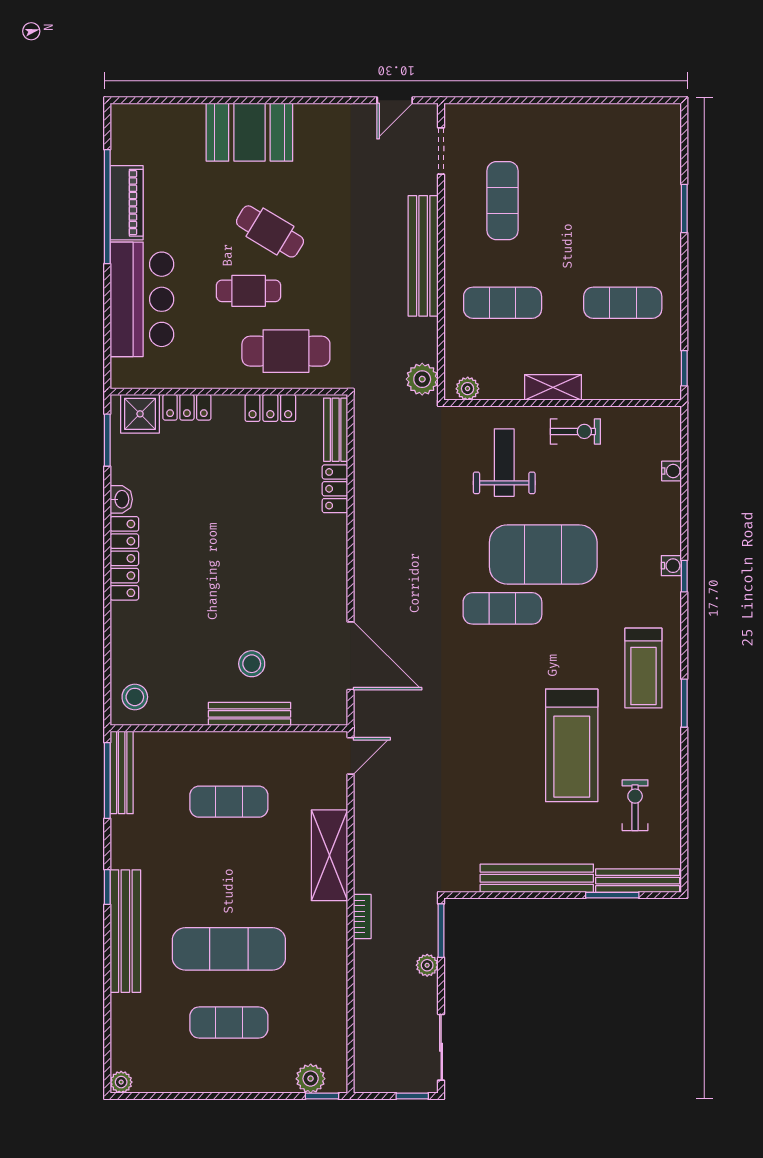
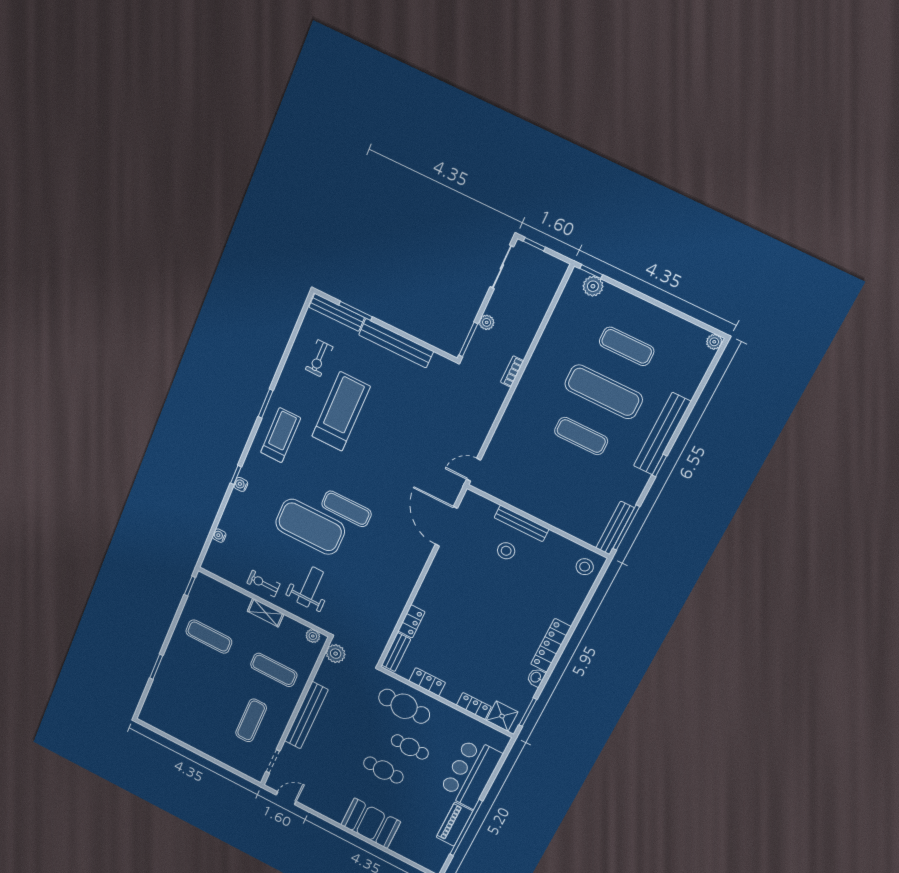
cafe table: (270, 231) -> (383, 770), turned -31
weight bench: (504, 463) -> (310, 587), turned 180
exercise mat: (229, 802) -> (581, 436), moved
shelving: (330, 855) -> (514, 418), removed

